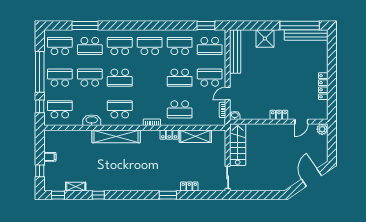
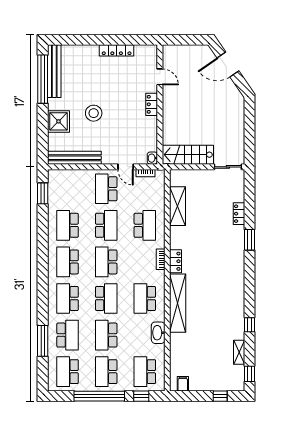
school desk: (210, 46) -> (106, 262), moved, turned 180
stool: (272, 67) -> (94, 113), added
plant: (322, 129) -> (169, 52), removed
locker: (169, 135) -> (176, 261), moved
filing cabinet: (50, 157) -> (183, 384), moved

